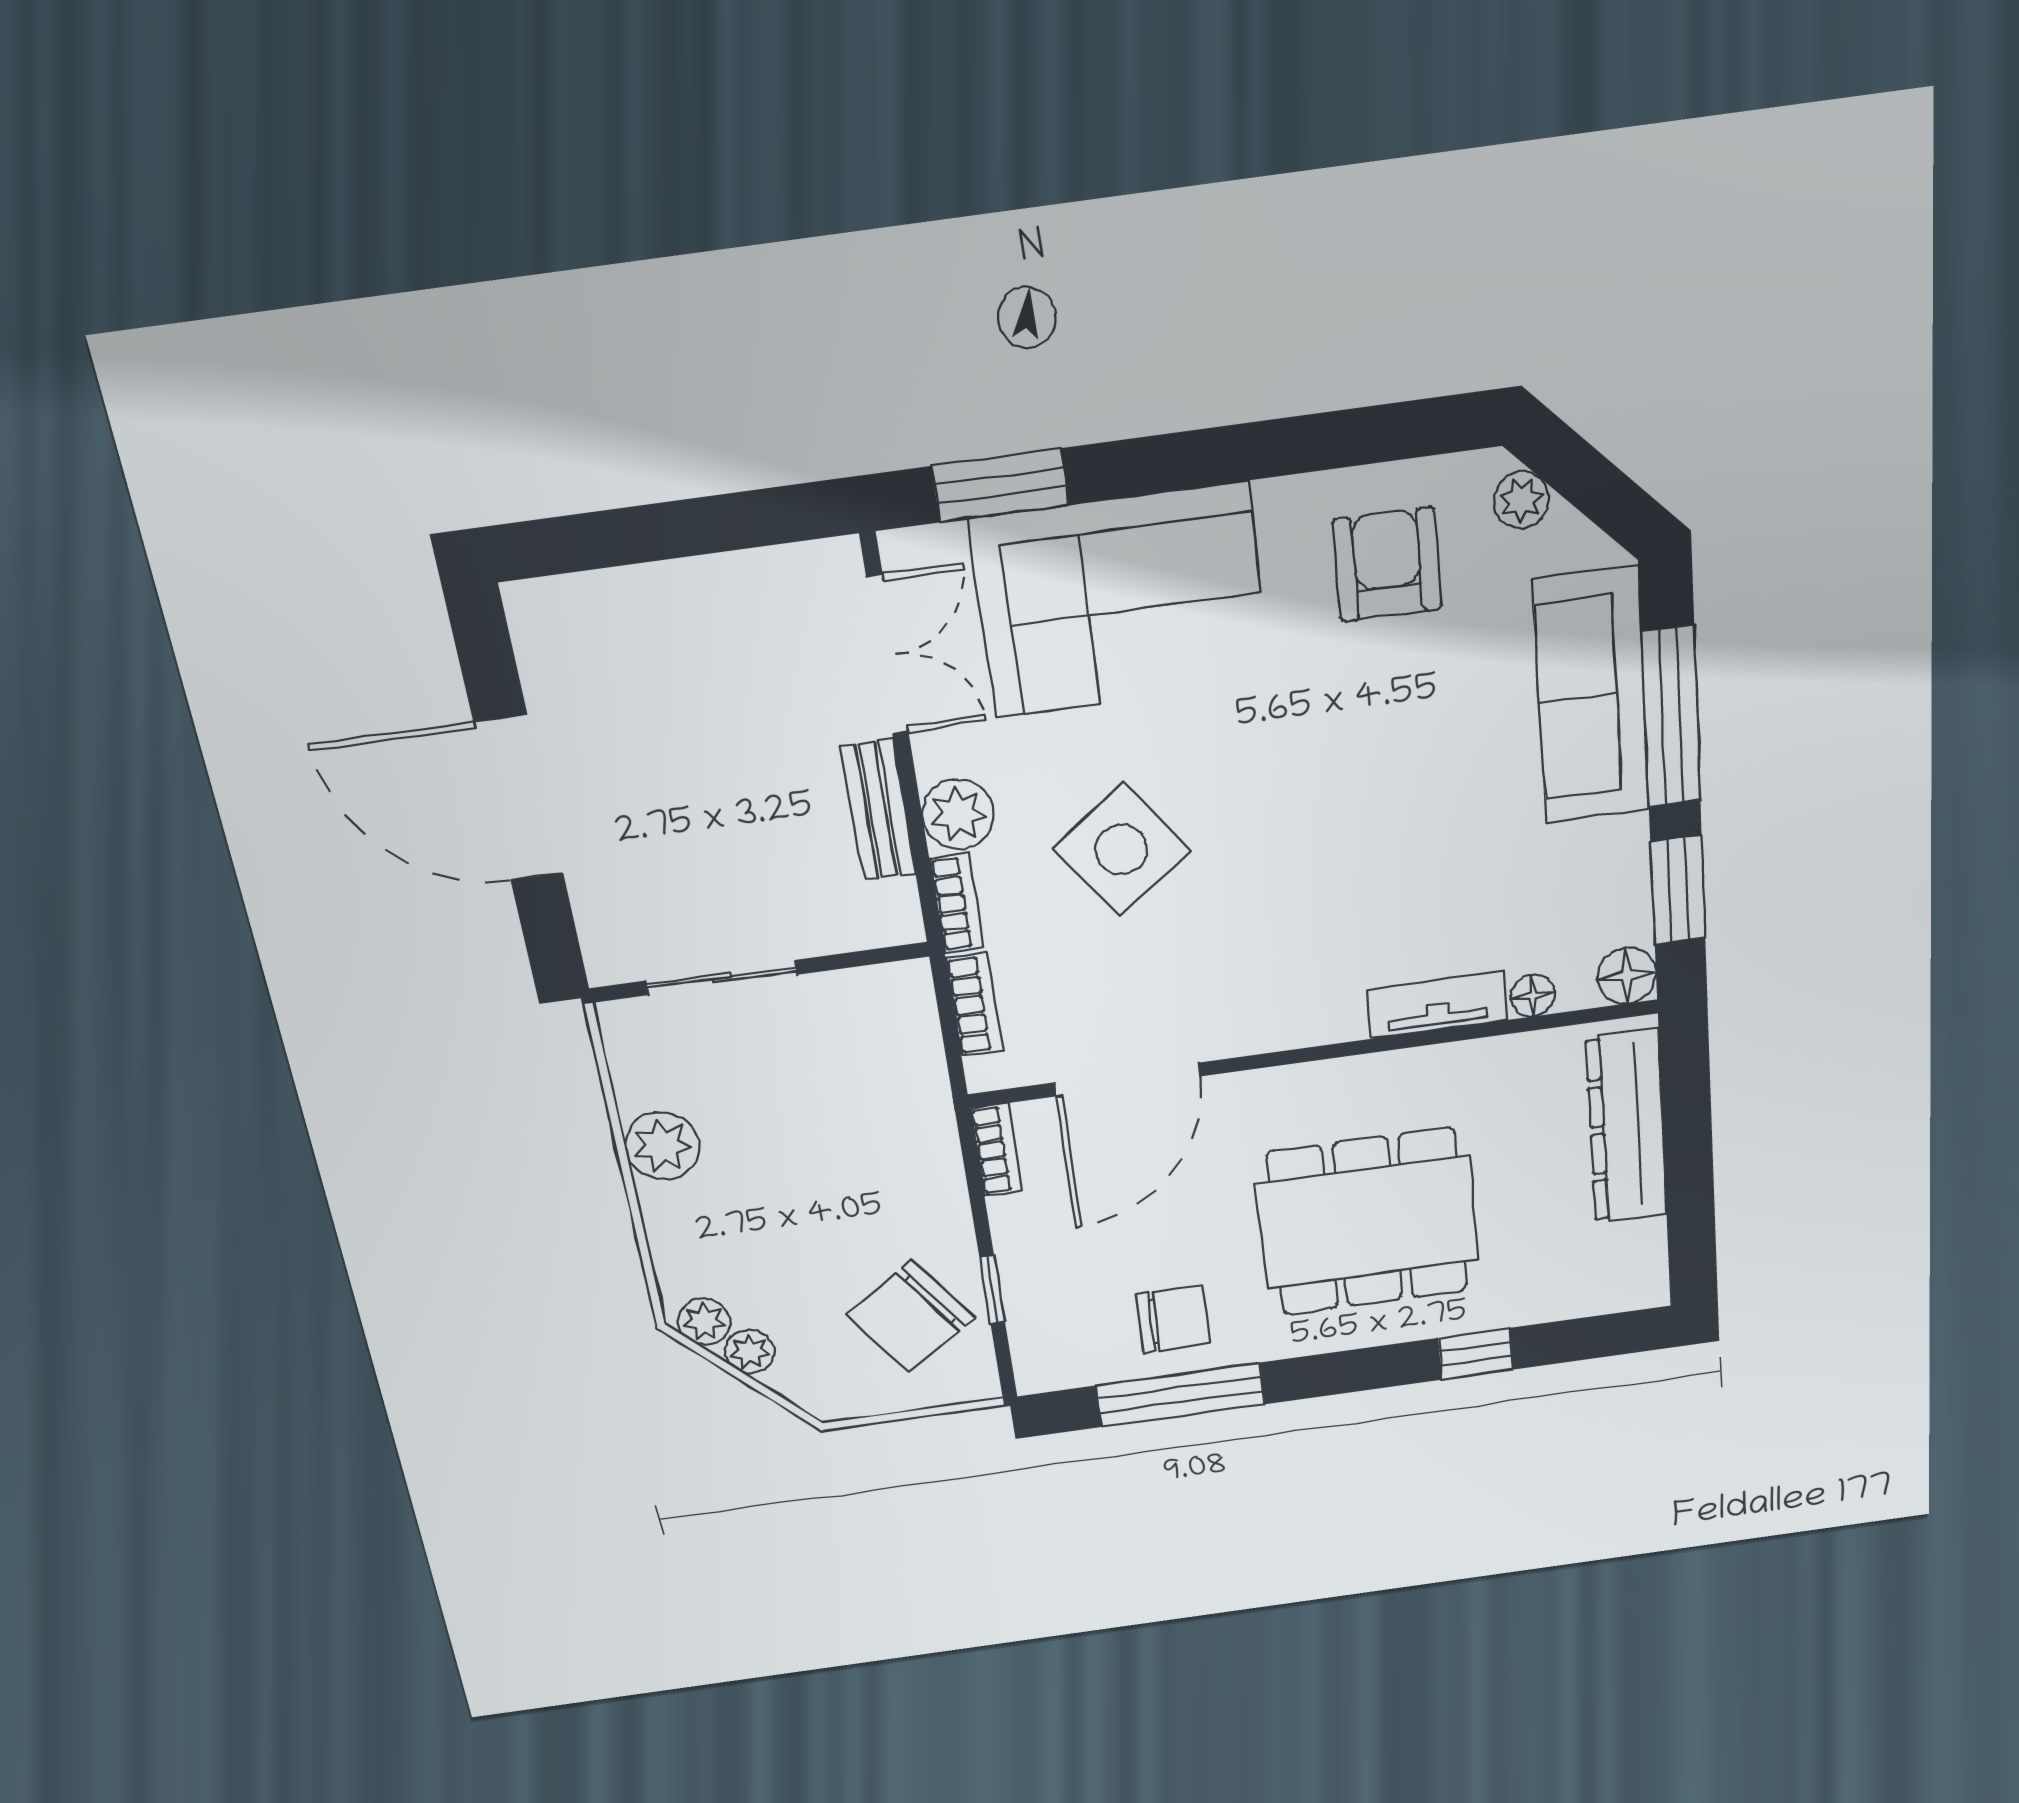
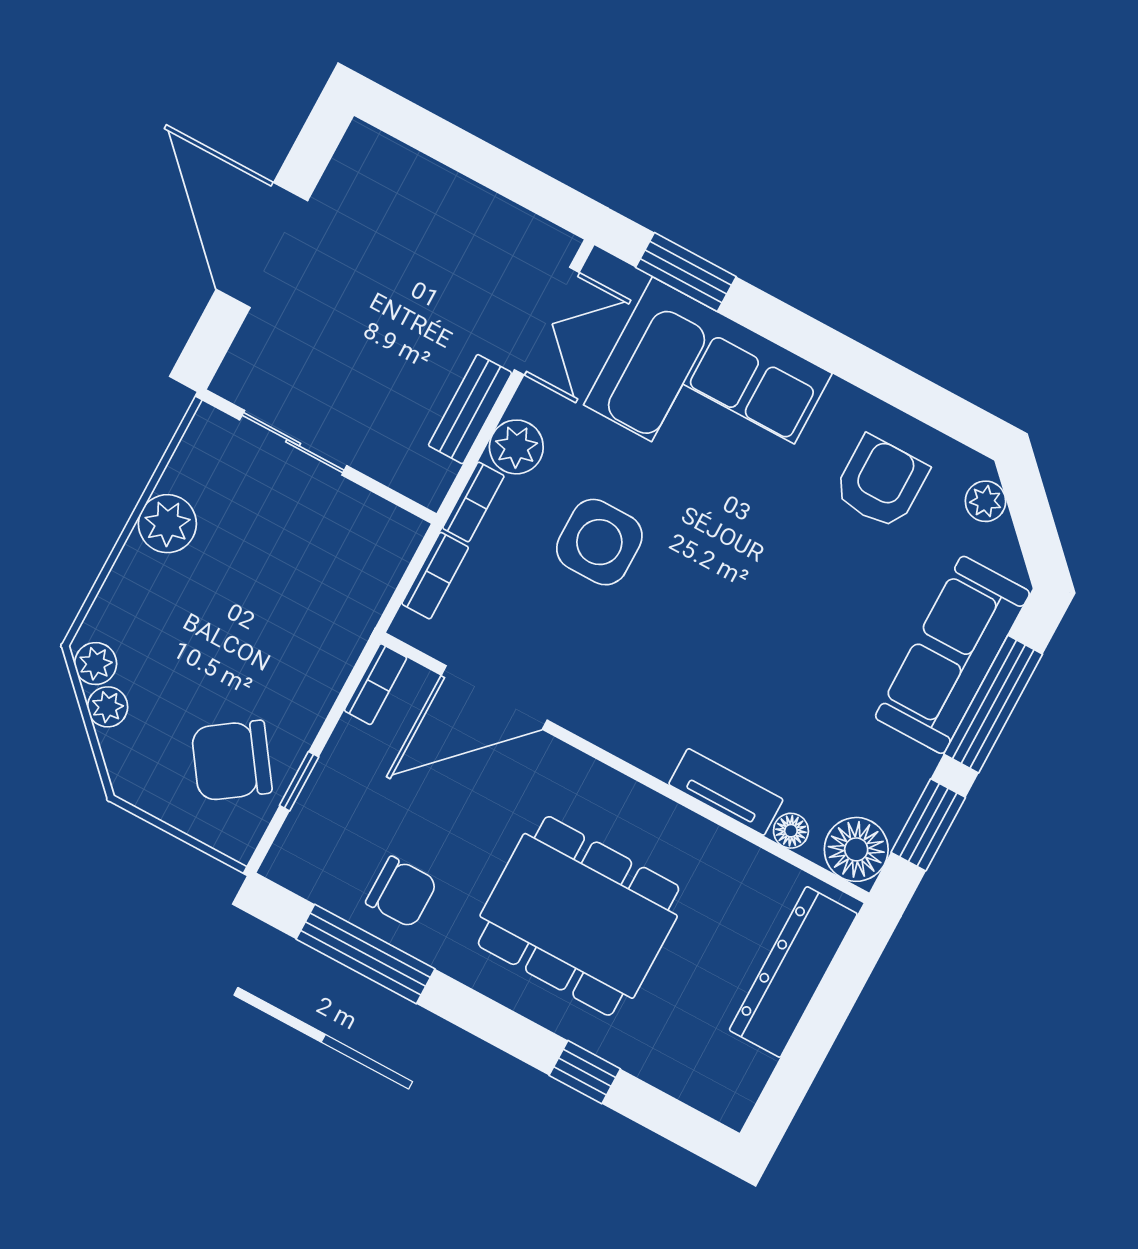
side table: (1121, 849) -> (599, 542), turned 36
floor lamp: (1627, 976) -> (856, 849), width x1.38, depth x1.38

